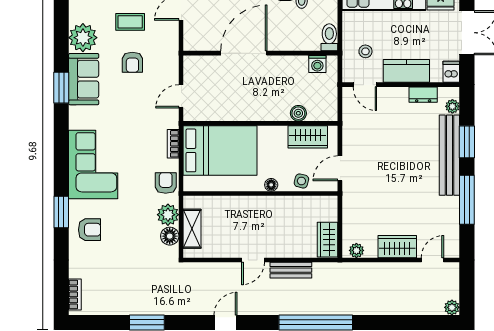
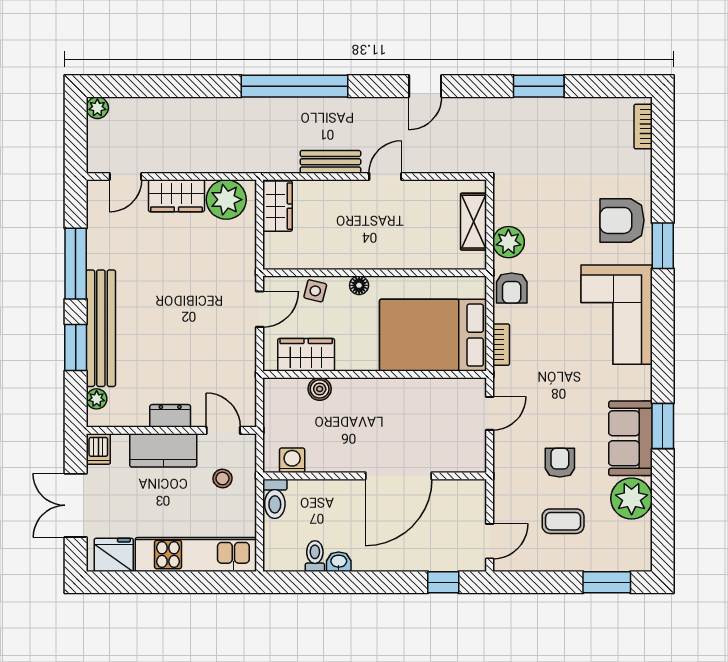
dresser: (423, 95) -> (170, 416), moved
armchair: (89, 230) -> (622, 220), width x1.38, depth x1.38
floor lamp: (170, 236) -> (506, 211), removed
plant: (356, 250) -> (226, 200), width x1.87, depth x1.87

